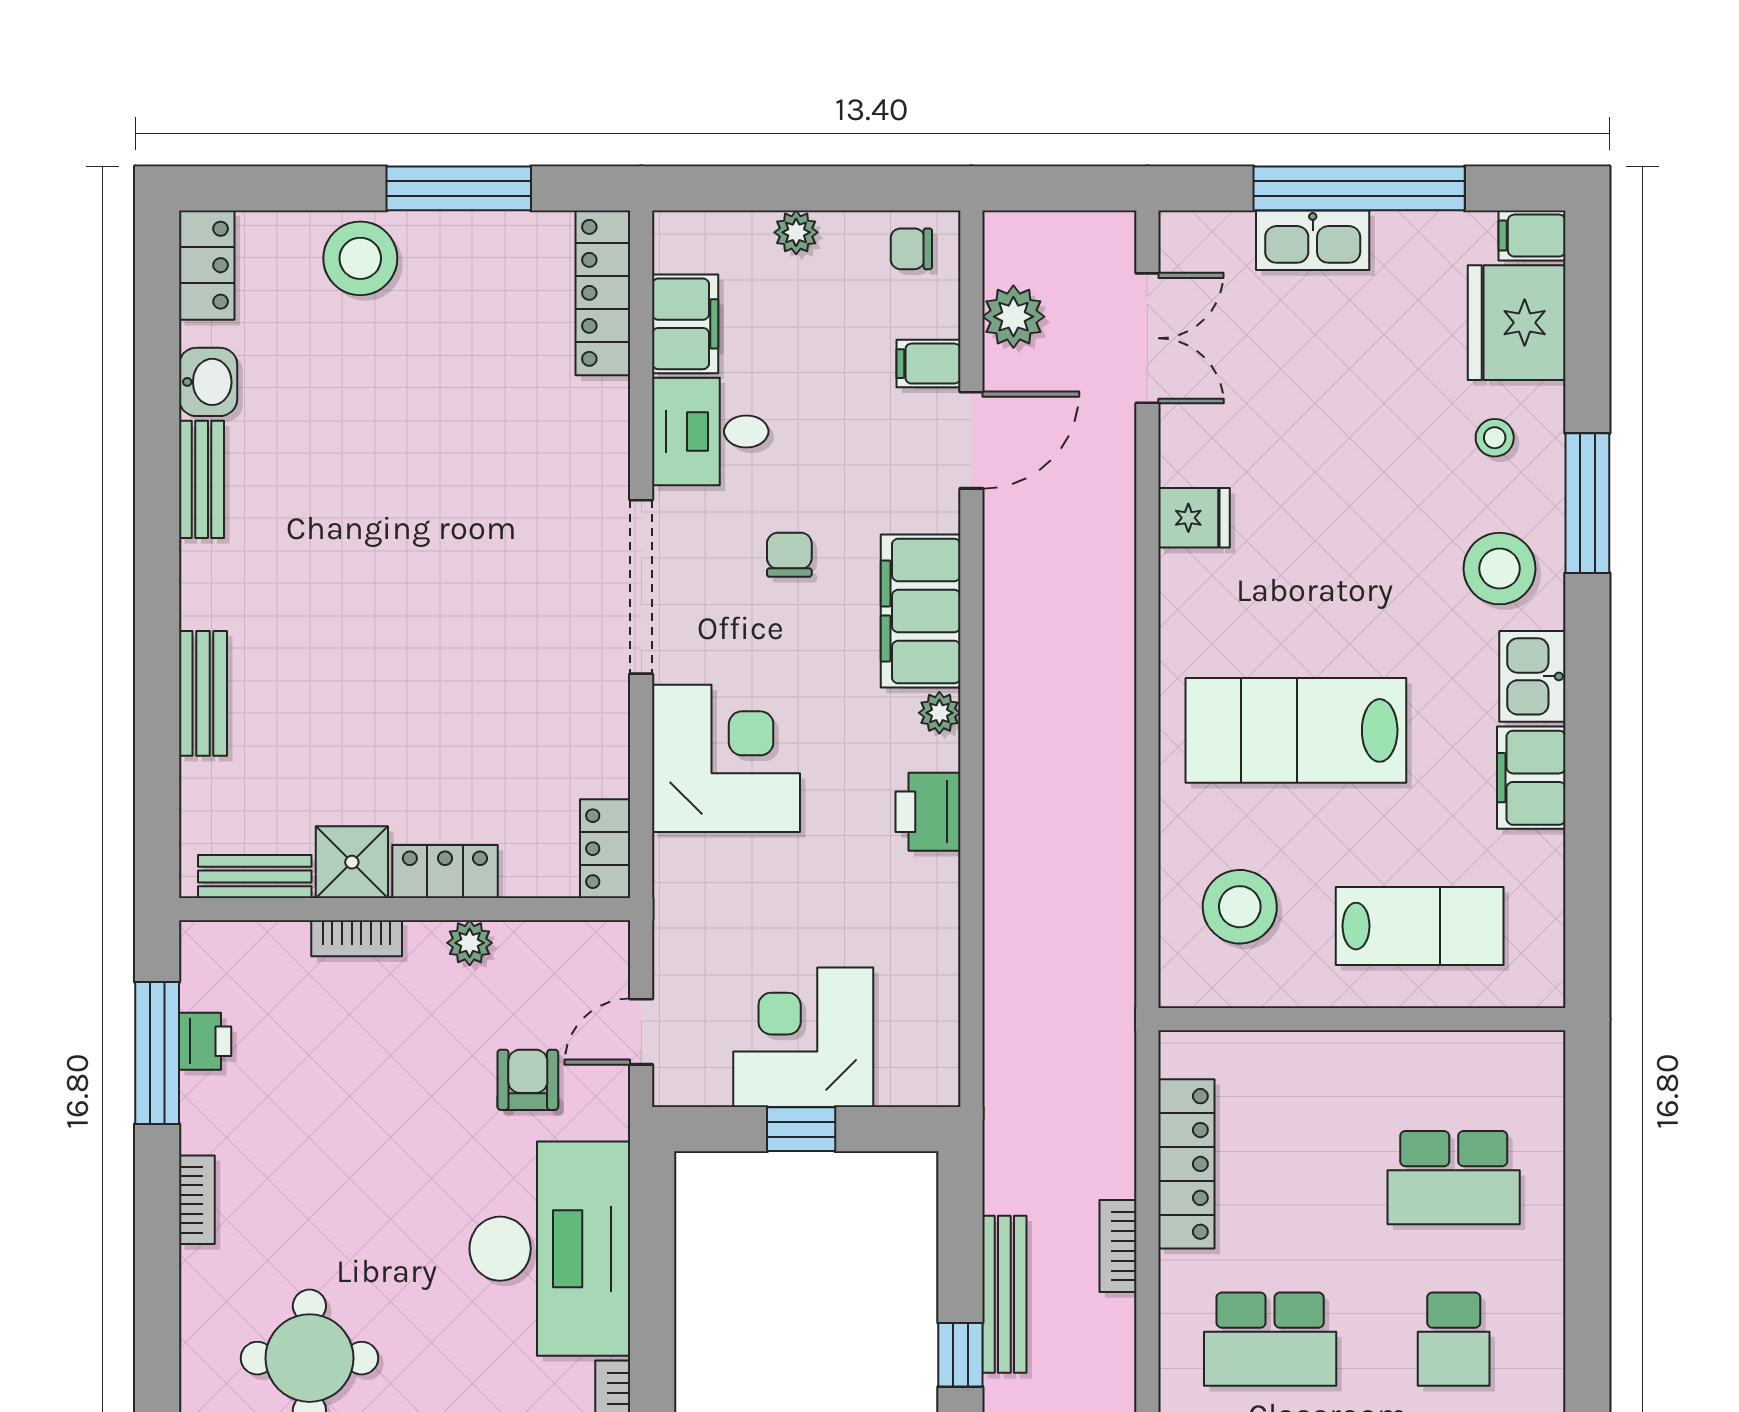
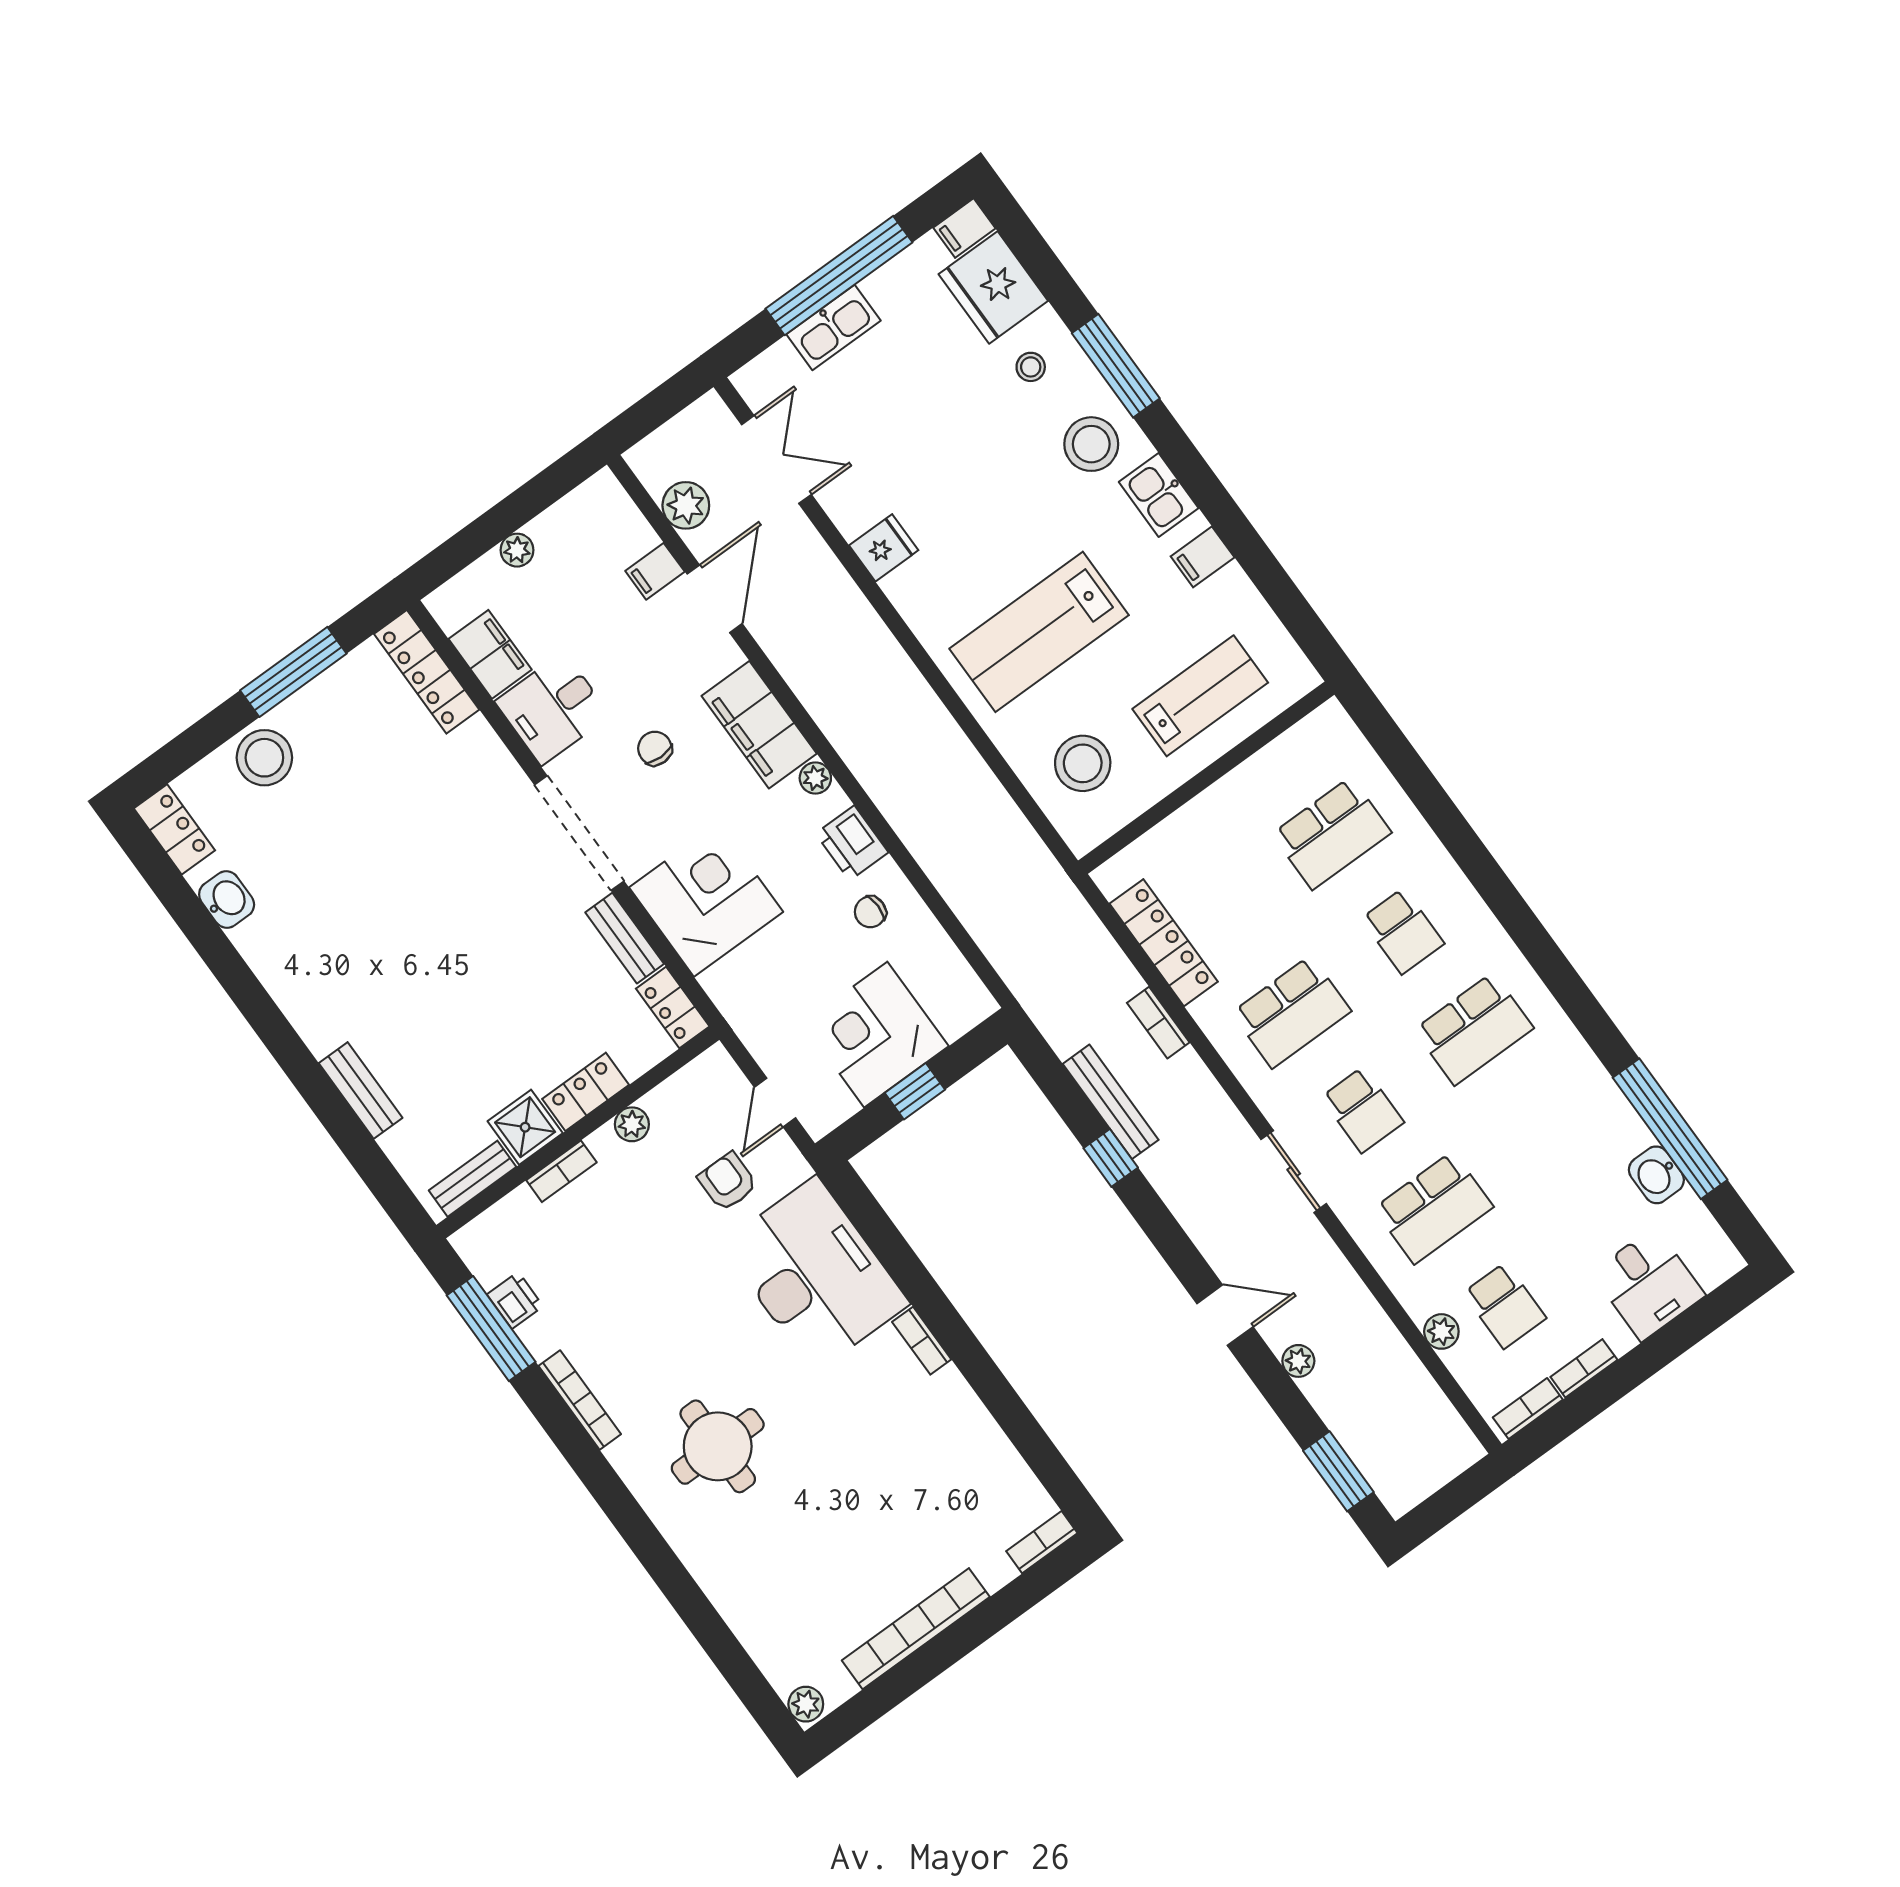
chair: (911, 249) -> (870, 912), moved
bench: (202, 479) -> (625, 938), moved
filing cabinet: (1531, 778) -> (1203, 557), width x0.50
bookcase: (197, 1200) -> (580, 1400), width x1.56

